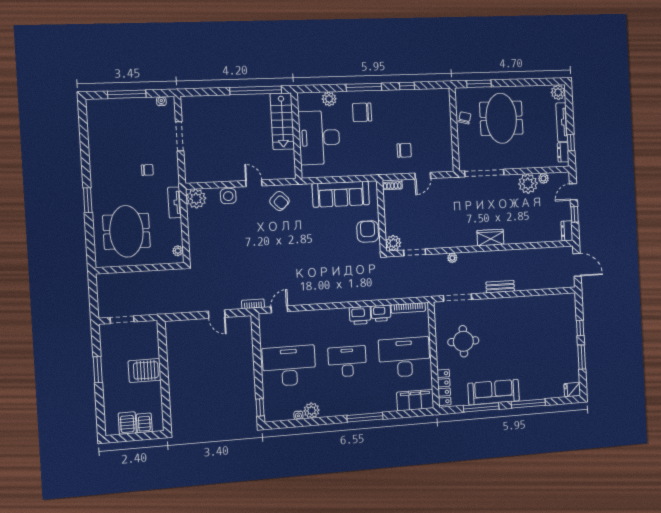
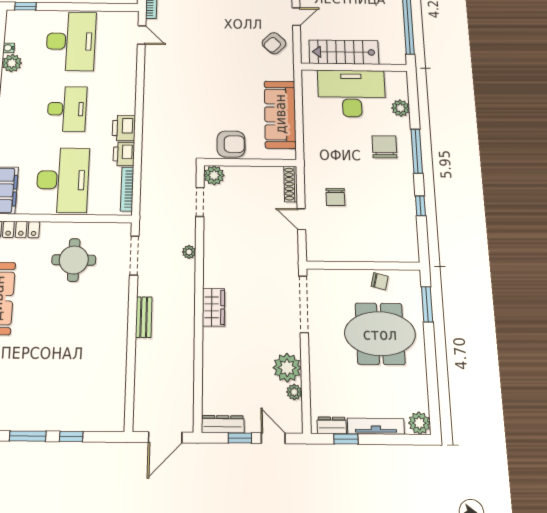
stairs: (282, 121) -> (344, 52), moved
shoe rack: (392, 185) -> (291, 184), width x1.43
dresser: (567, 231) -> (223, 424), width x1.44

